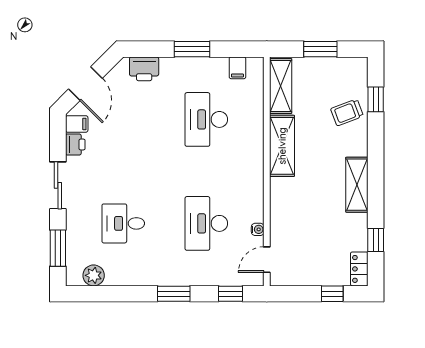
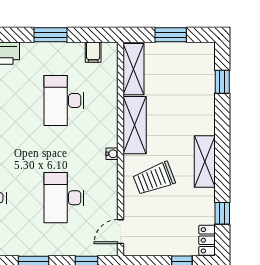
trolley: (347, 112) -> (154, 178), moved, width x1.36, depth x1.39
water cooler: (258, 229) -> (112, 154), moved

